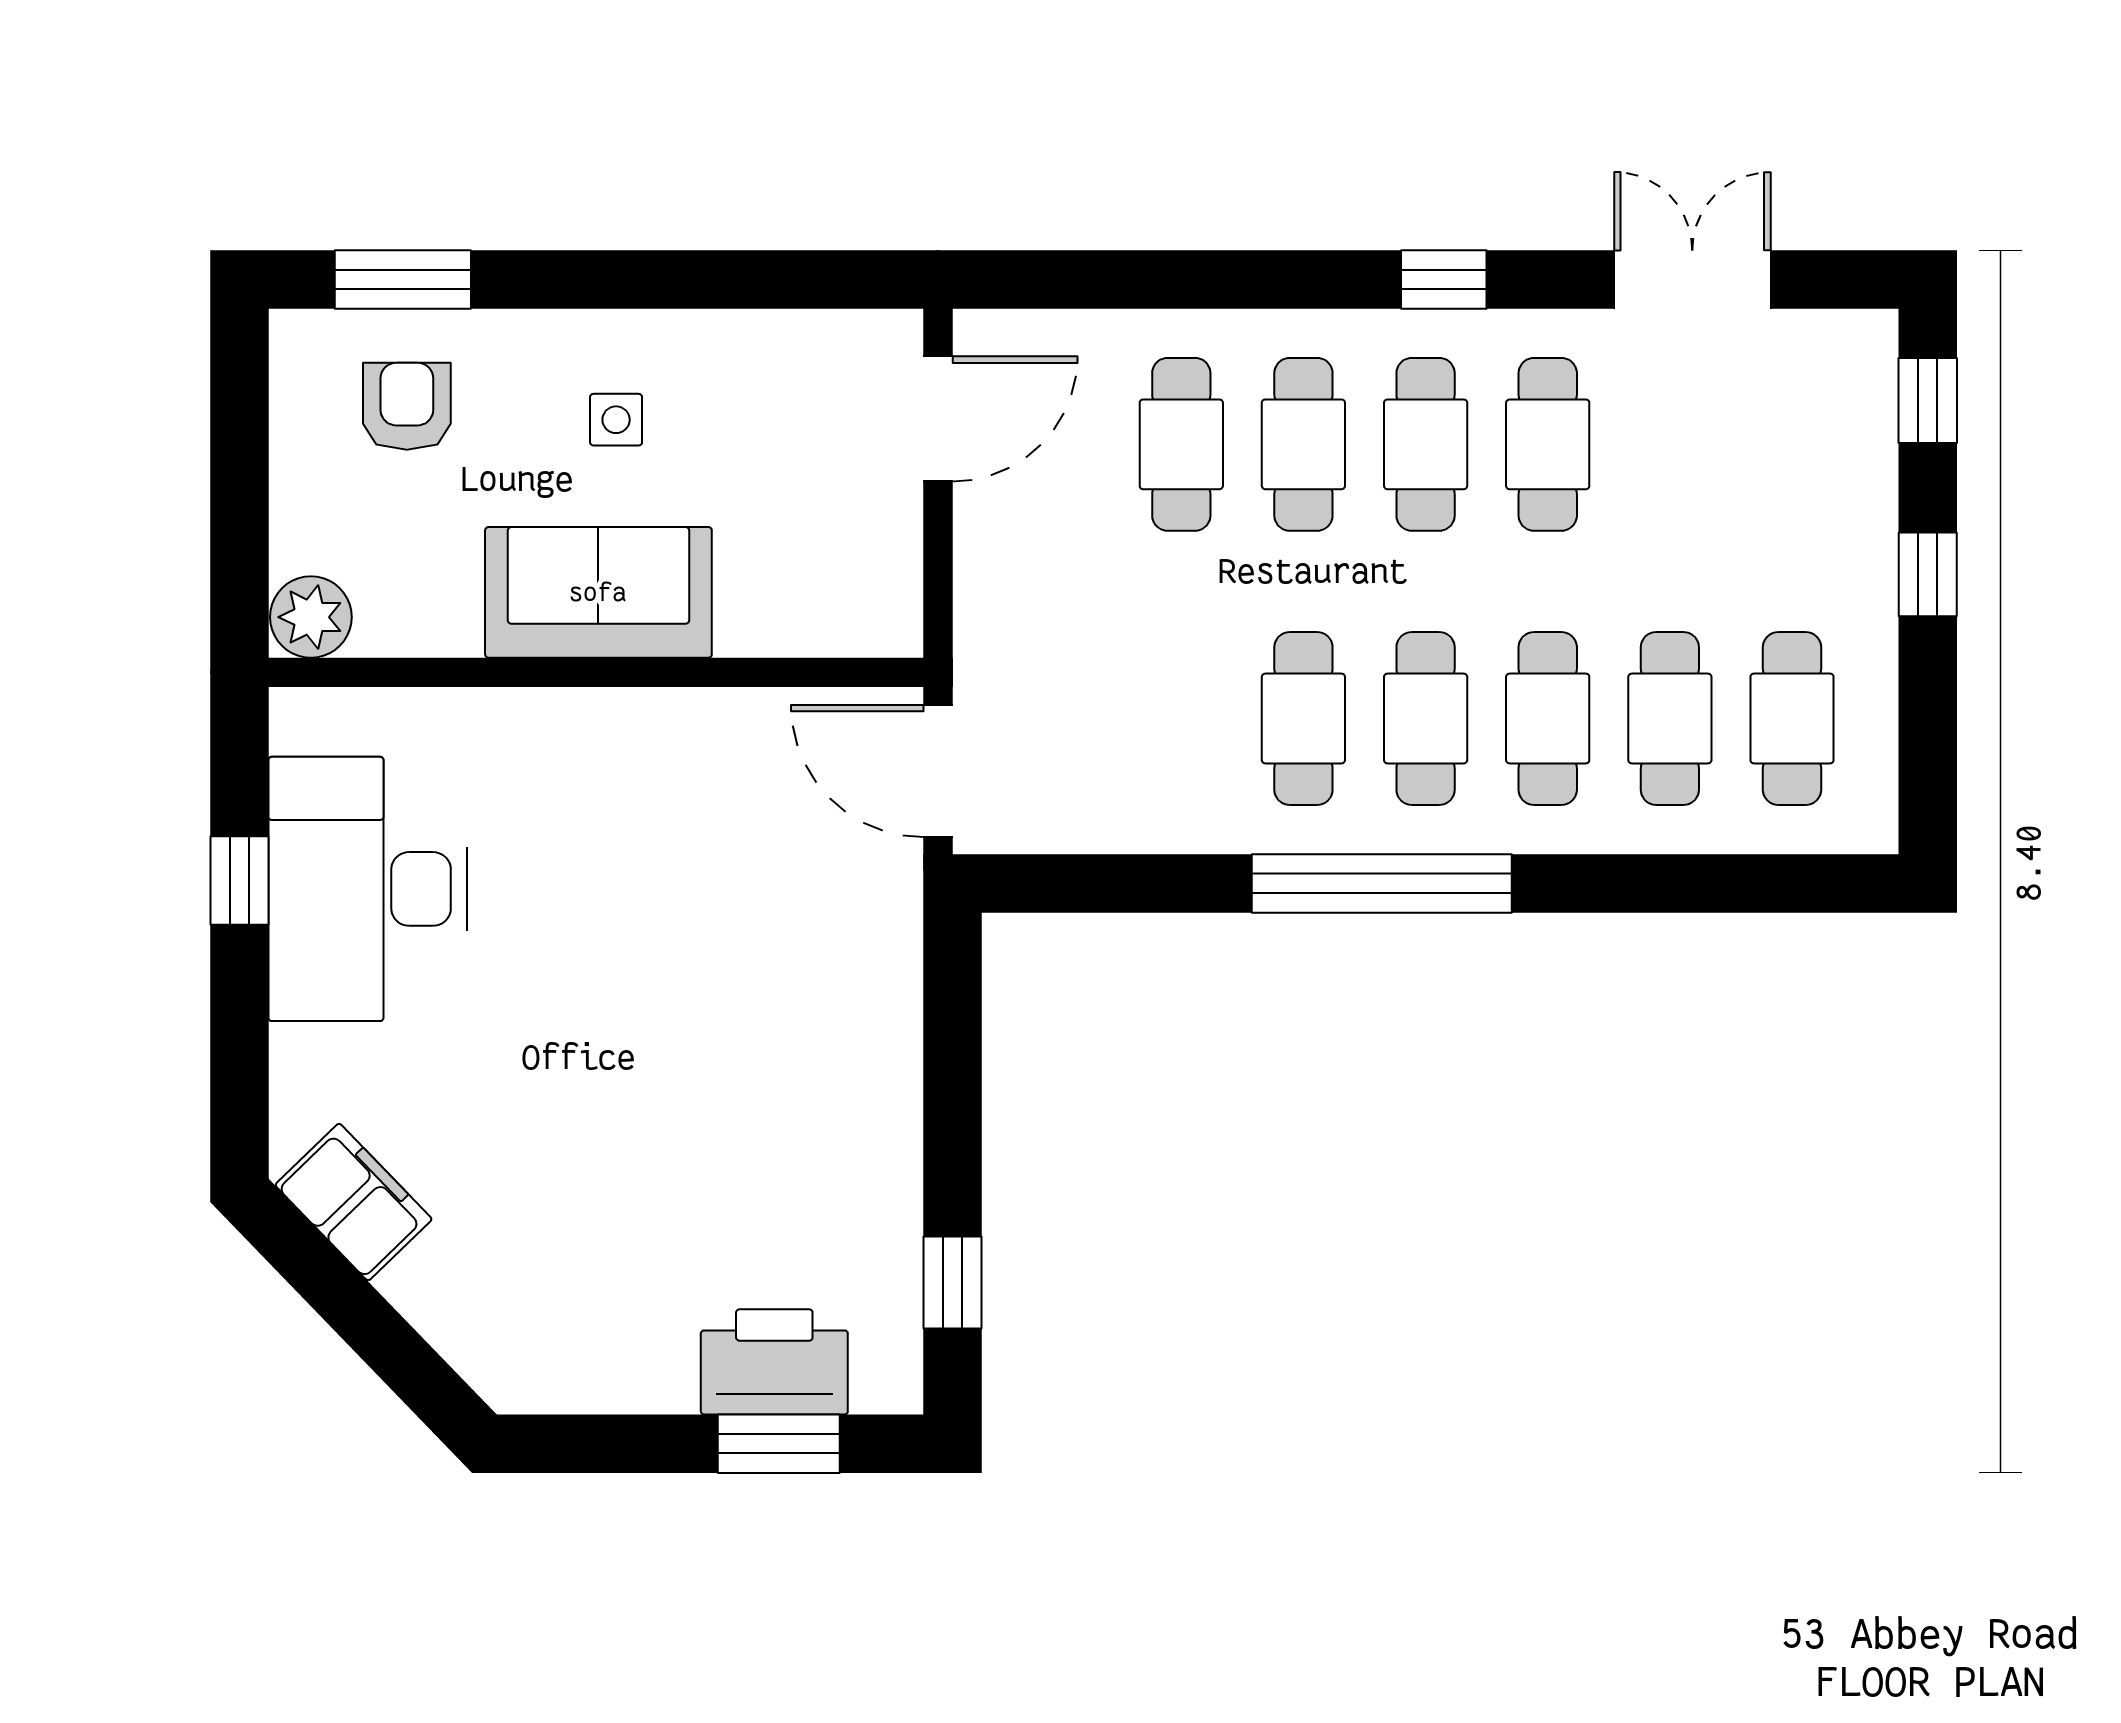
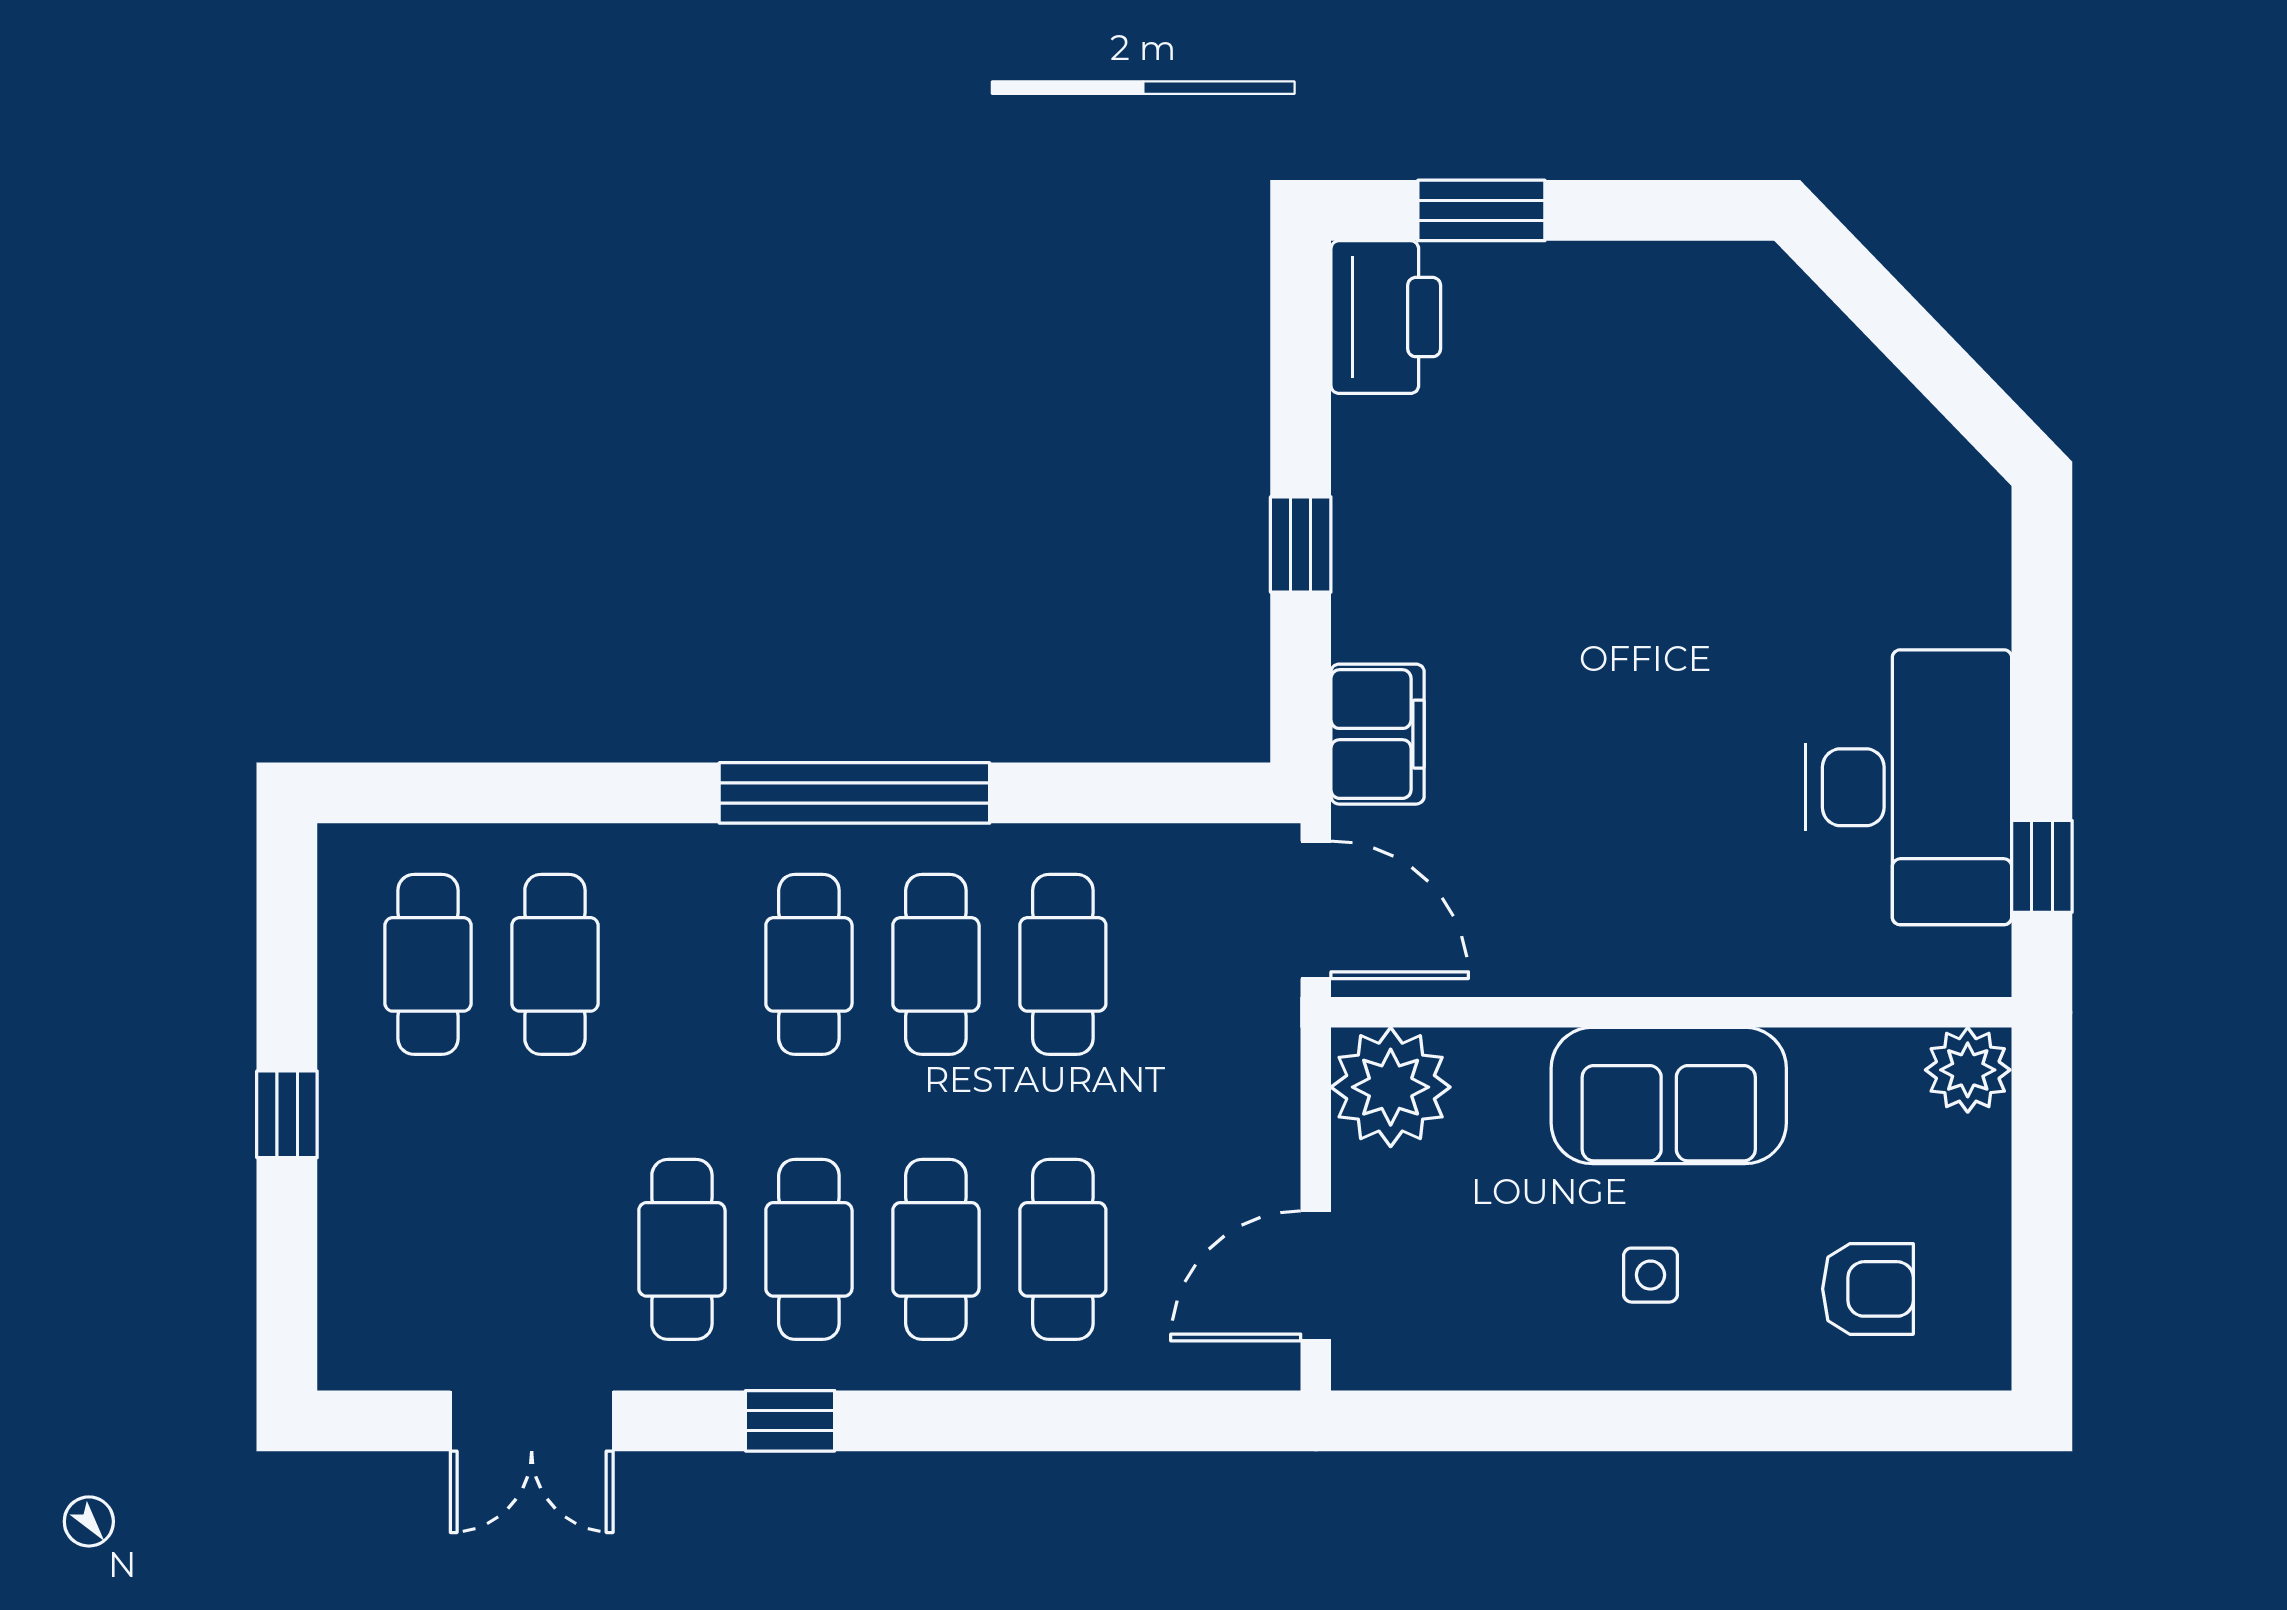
window: (403, 279) -> (1872, 1421), removed
window: (1928, 401) -> (287, 1295), removed
armchair: (407, 406) -> (1868, 1289), turned -90
plant: (866, 600) -> (1391, 1087), added
cafe table: (1548, 719) -> (1063, 964), moved
window: (239, 881) -> (2042, 866), moved
filing cabinet: (354, 1202) -> (1378, 734), moved, turned -136
window: (953, 1283) -> (1301, 544), moved
printer: (774, 1362) -> (1386, 317), moved, turned -90

